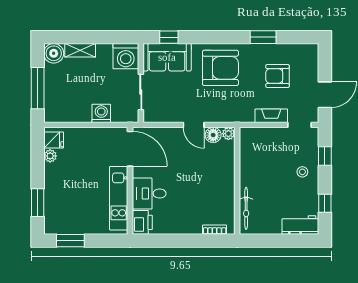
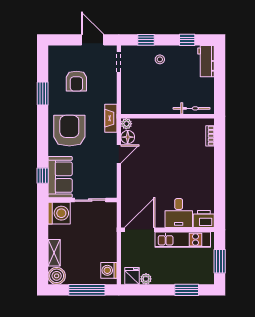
washing machine: (101, 113) -> (109, 270), moved
fireplace: (271, 116) -> (111, 118), moved
door: (130, 149) -> (140, 230), moved
wall: (130, 181) -> (168, 230), moved
desk: (149, 194) -> (179, 213), moved
kitchen unit: (119, 198) -> (183, 240), moved
printer: (142, 222) -> (204, 219), moved

